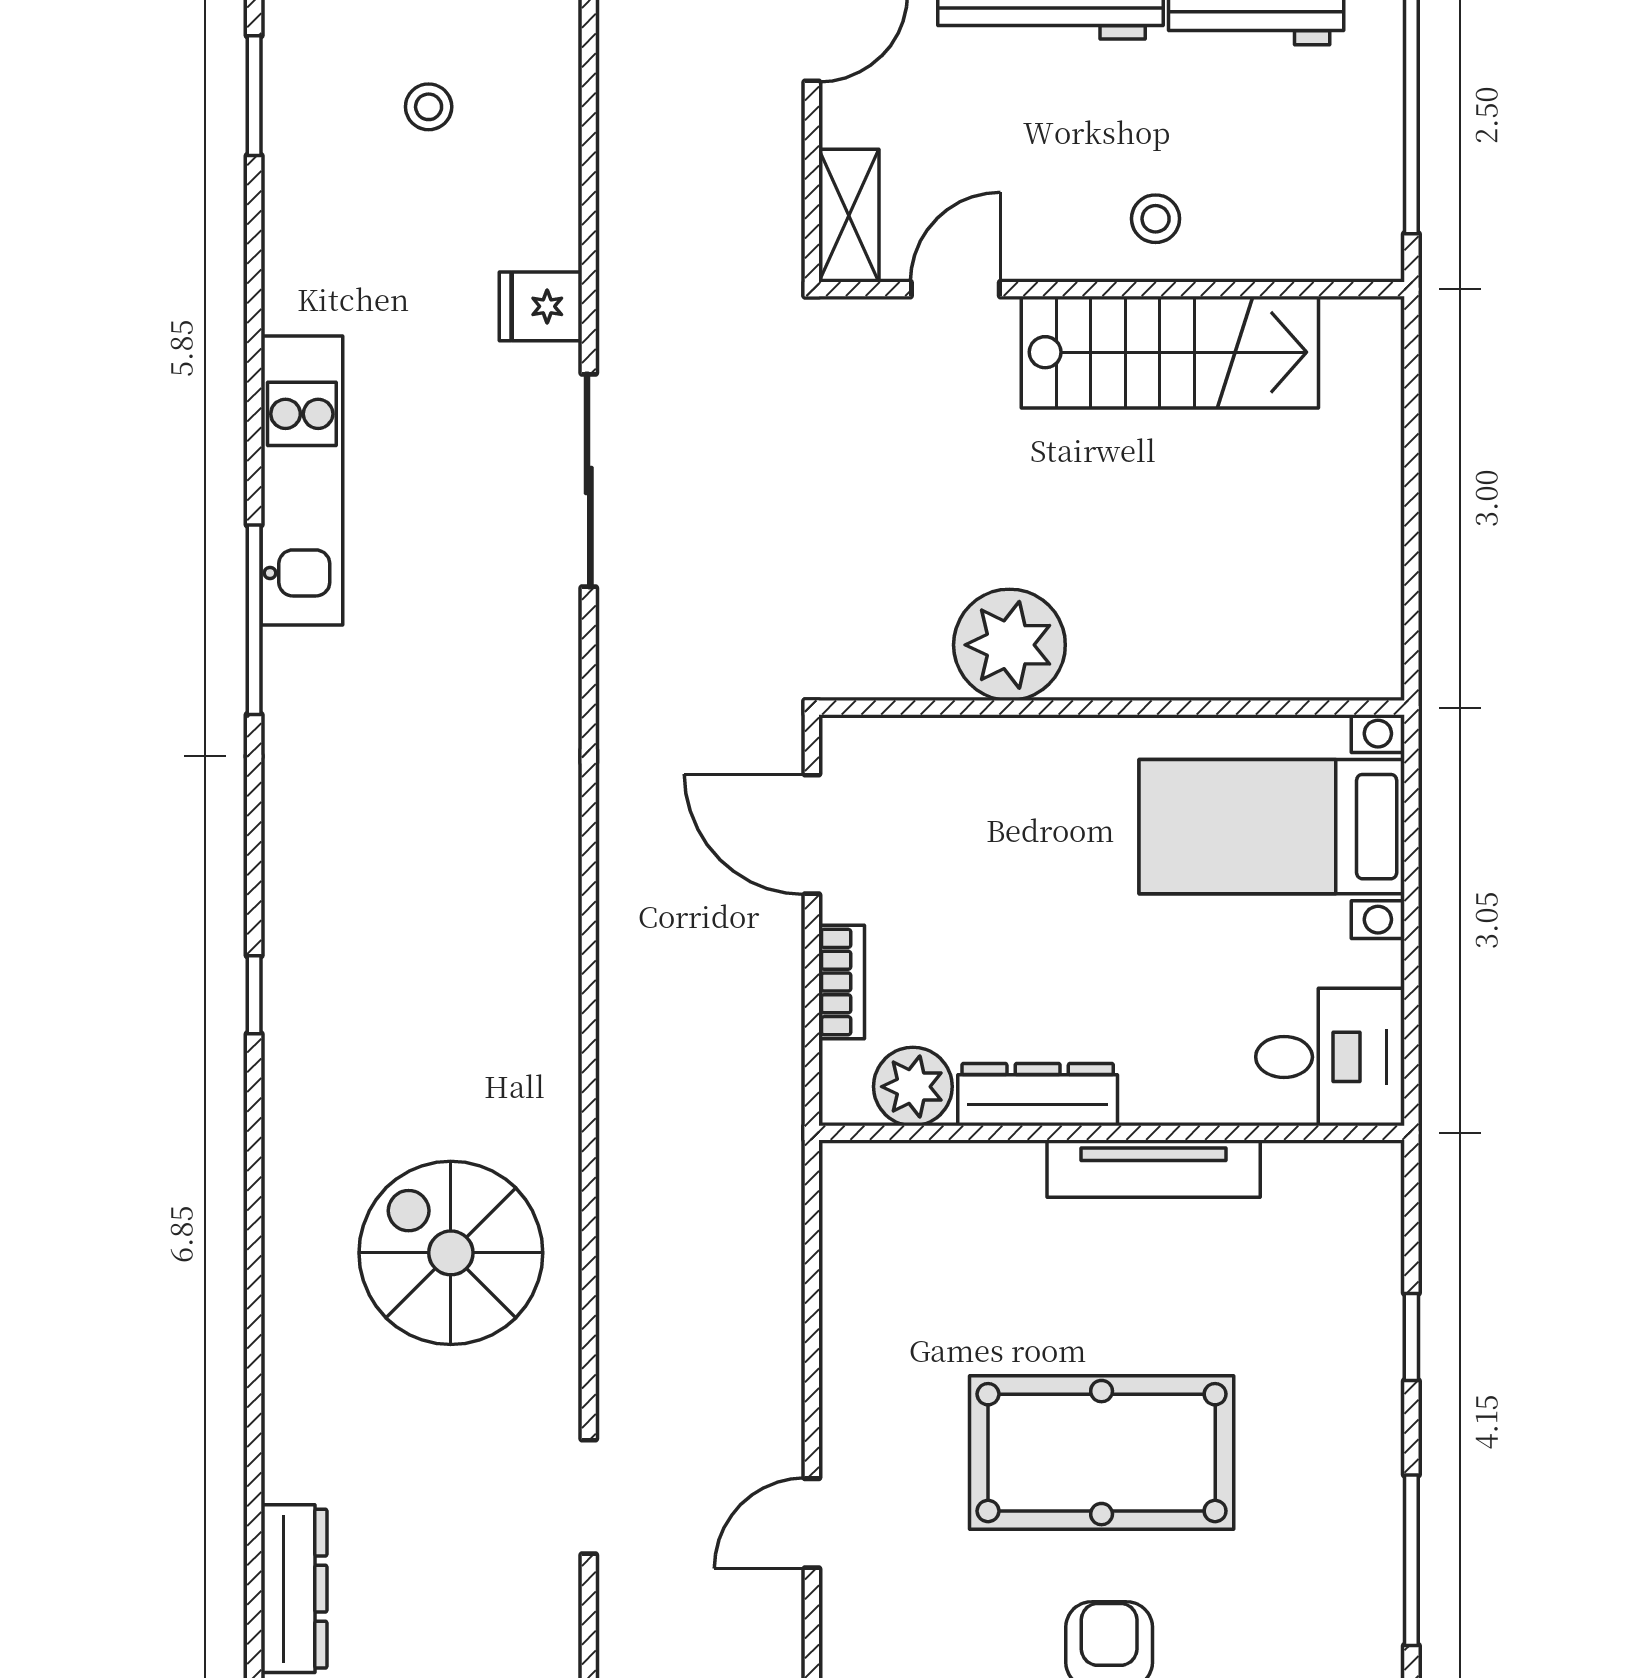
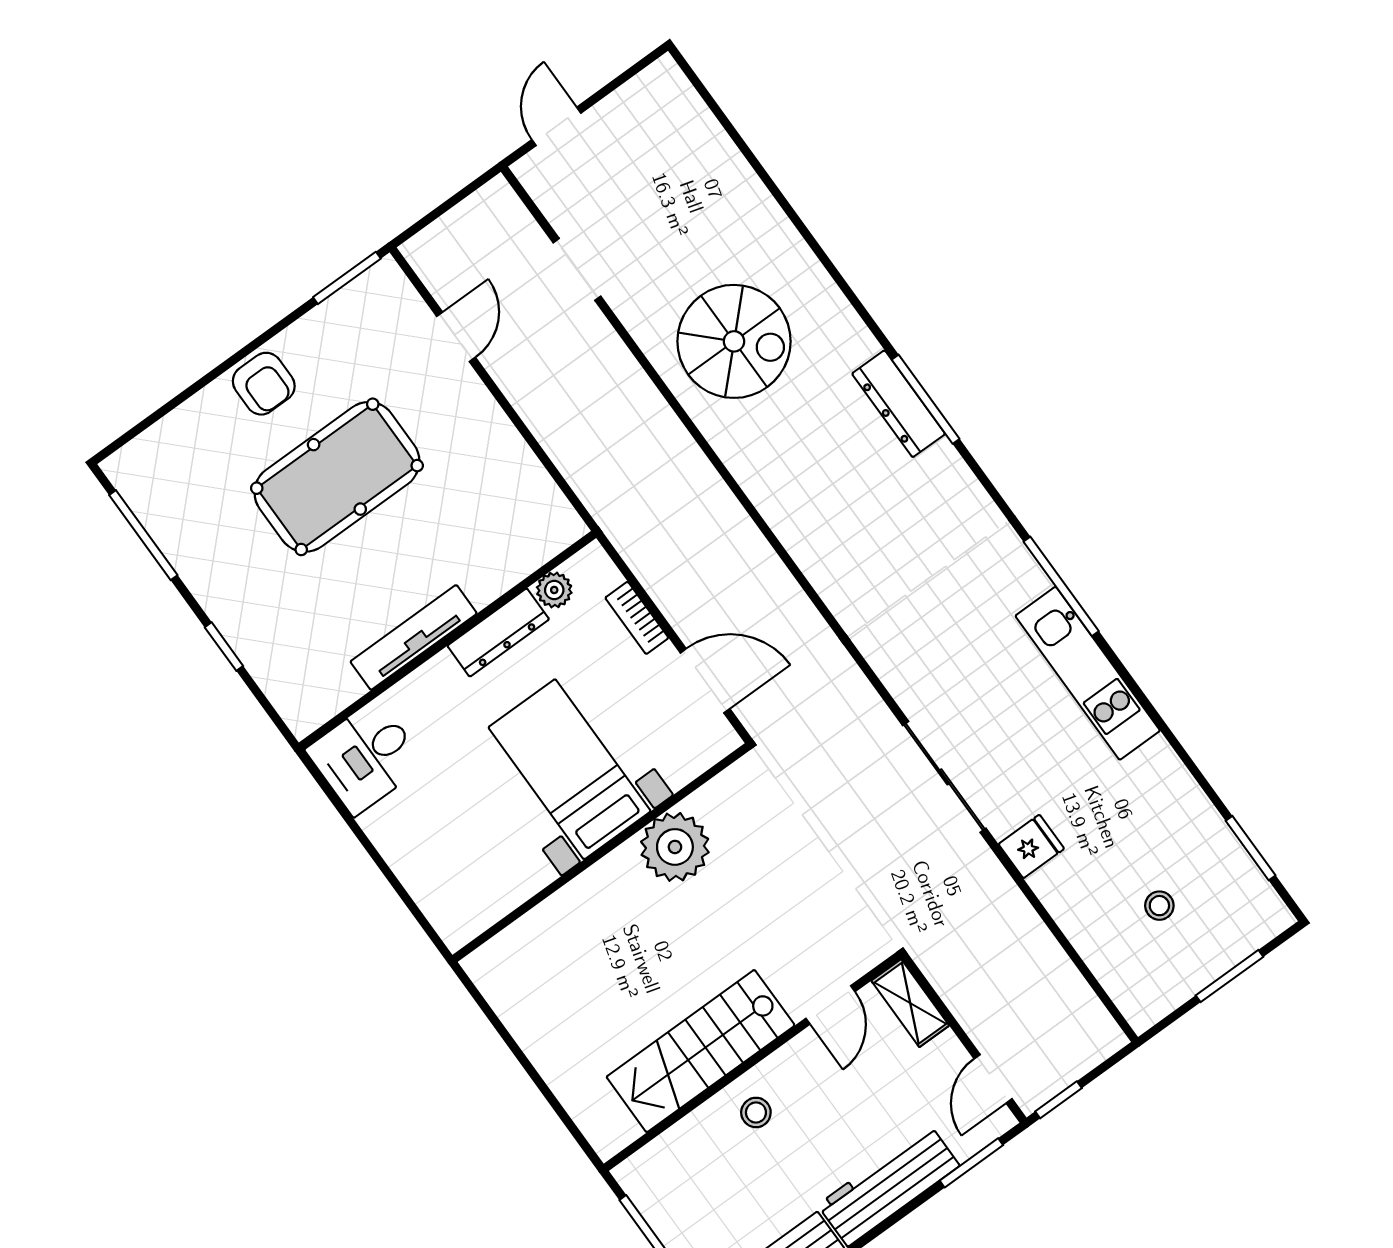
bed with nightstands: (1272, 827) -> (570, 769), moved, turned -90
window: (254, 995) -> (926, 399), width x2.17
plant: (913, 1087) -> (554, 590), width x0.73, depth x0.73
dresser: (294, 1589) -> (899, 404), moved

